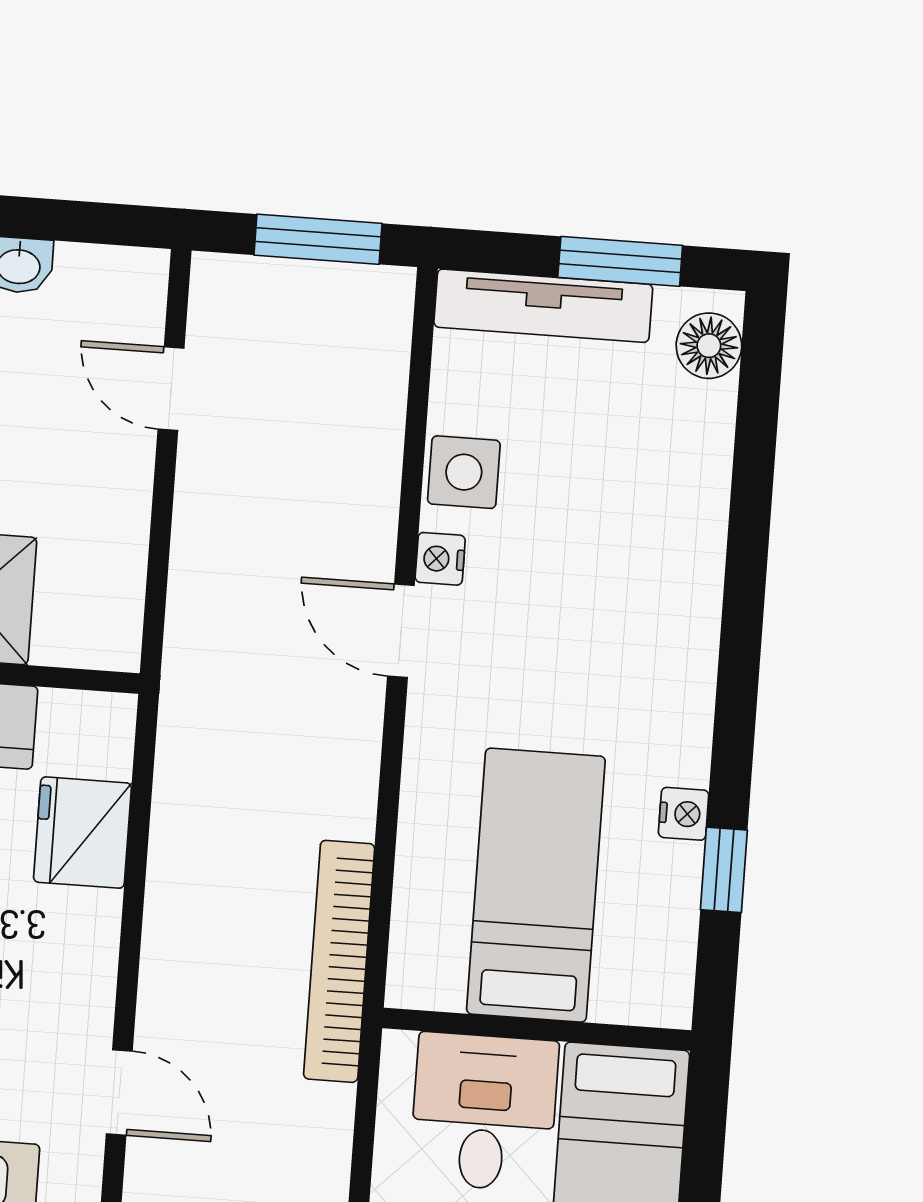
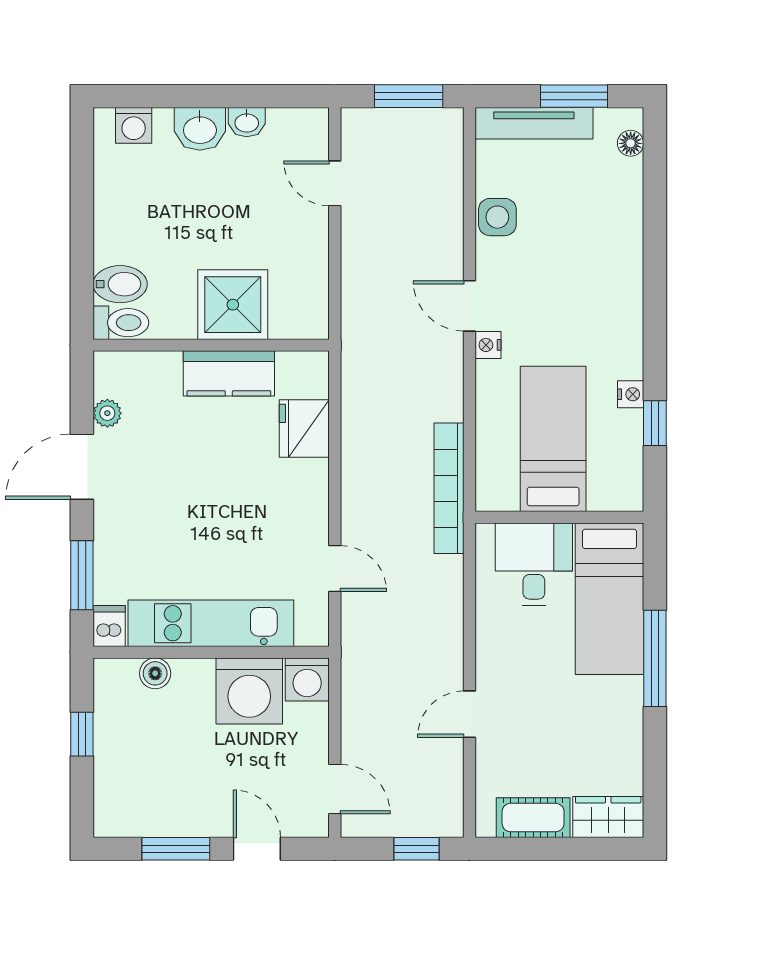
floor lamp: (709, 346) -> (631, 143), width x0.73, depth x0.73
nightstand: (440, 559) -> (488, 345), moved

